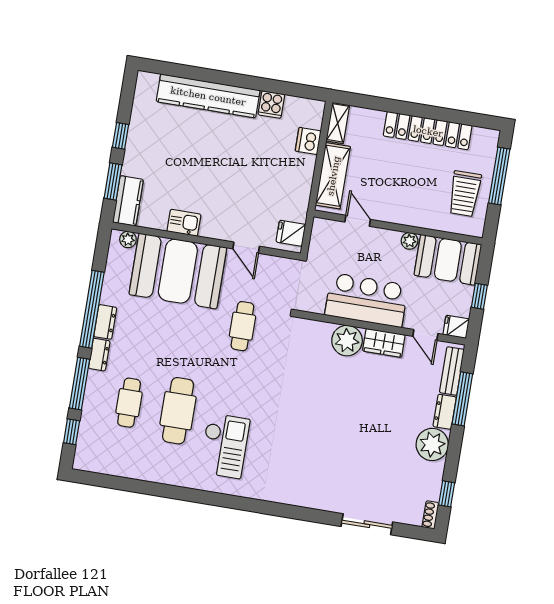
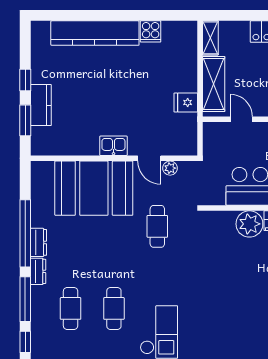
dishwasher: (308, 141) -> (188, 58), removed
kitchen counter: (128, 201) -> (41, 105), moved
kitchen sink: (184, 223) -> (113, 146), moved
fridge: (291, 233) -> (186, 102), moved
plant: (128, 239) -> (170, 168), moved
cafe table: (178, 411) -> (114, 308), width x0.73, depth x0.74

